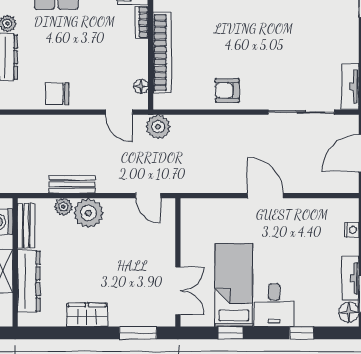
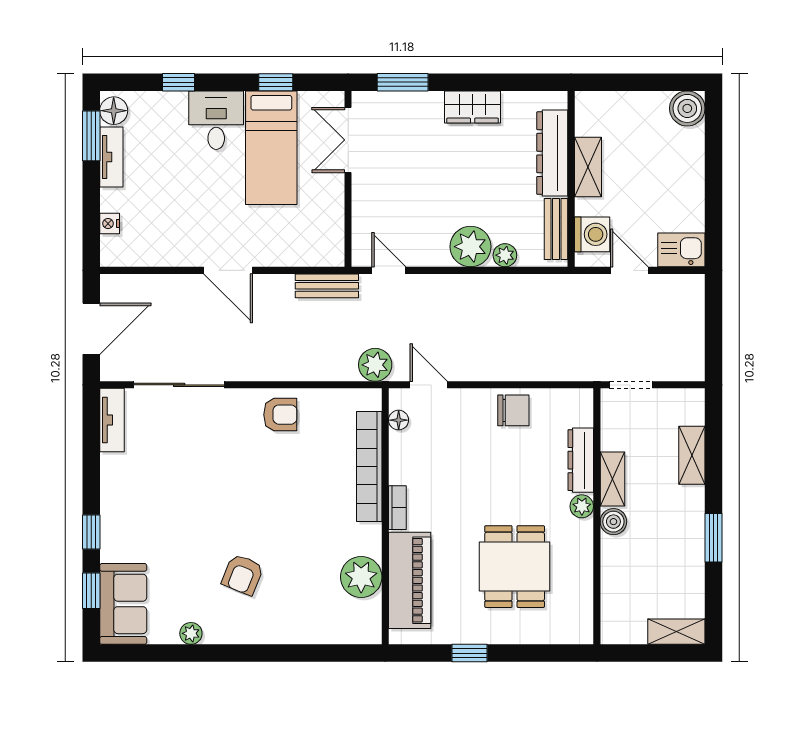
bench: (72, 184) -> (327, 286), moved

